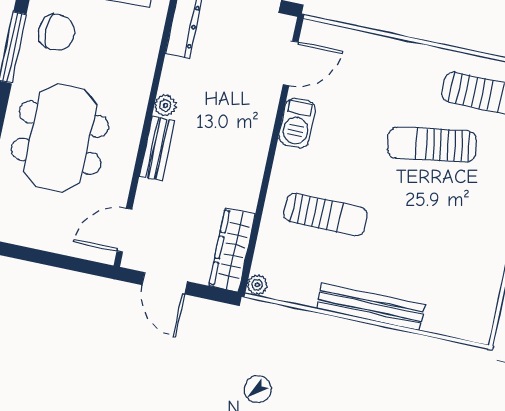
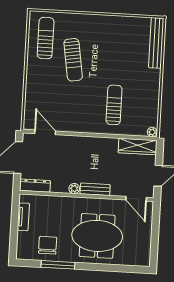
barbecue: (297, 123) -> (73, 125), removed
bench: (371, 307) -> (156, 43), moved

